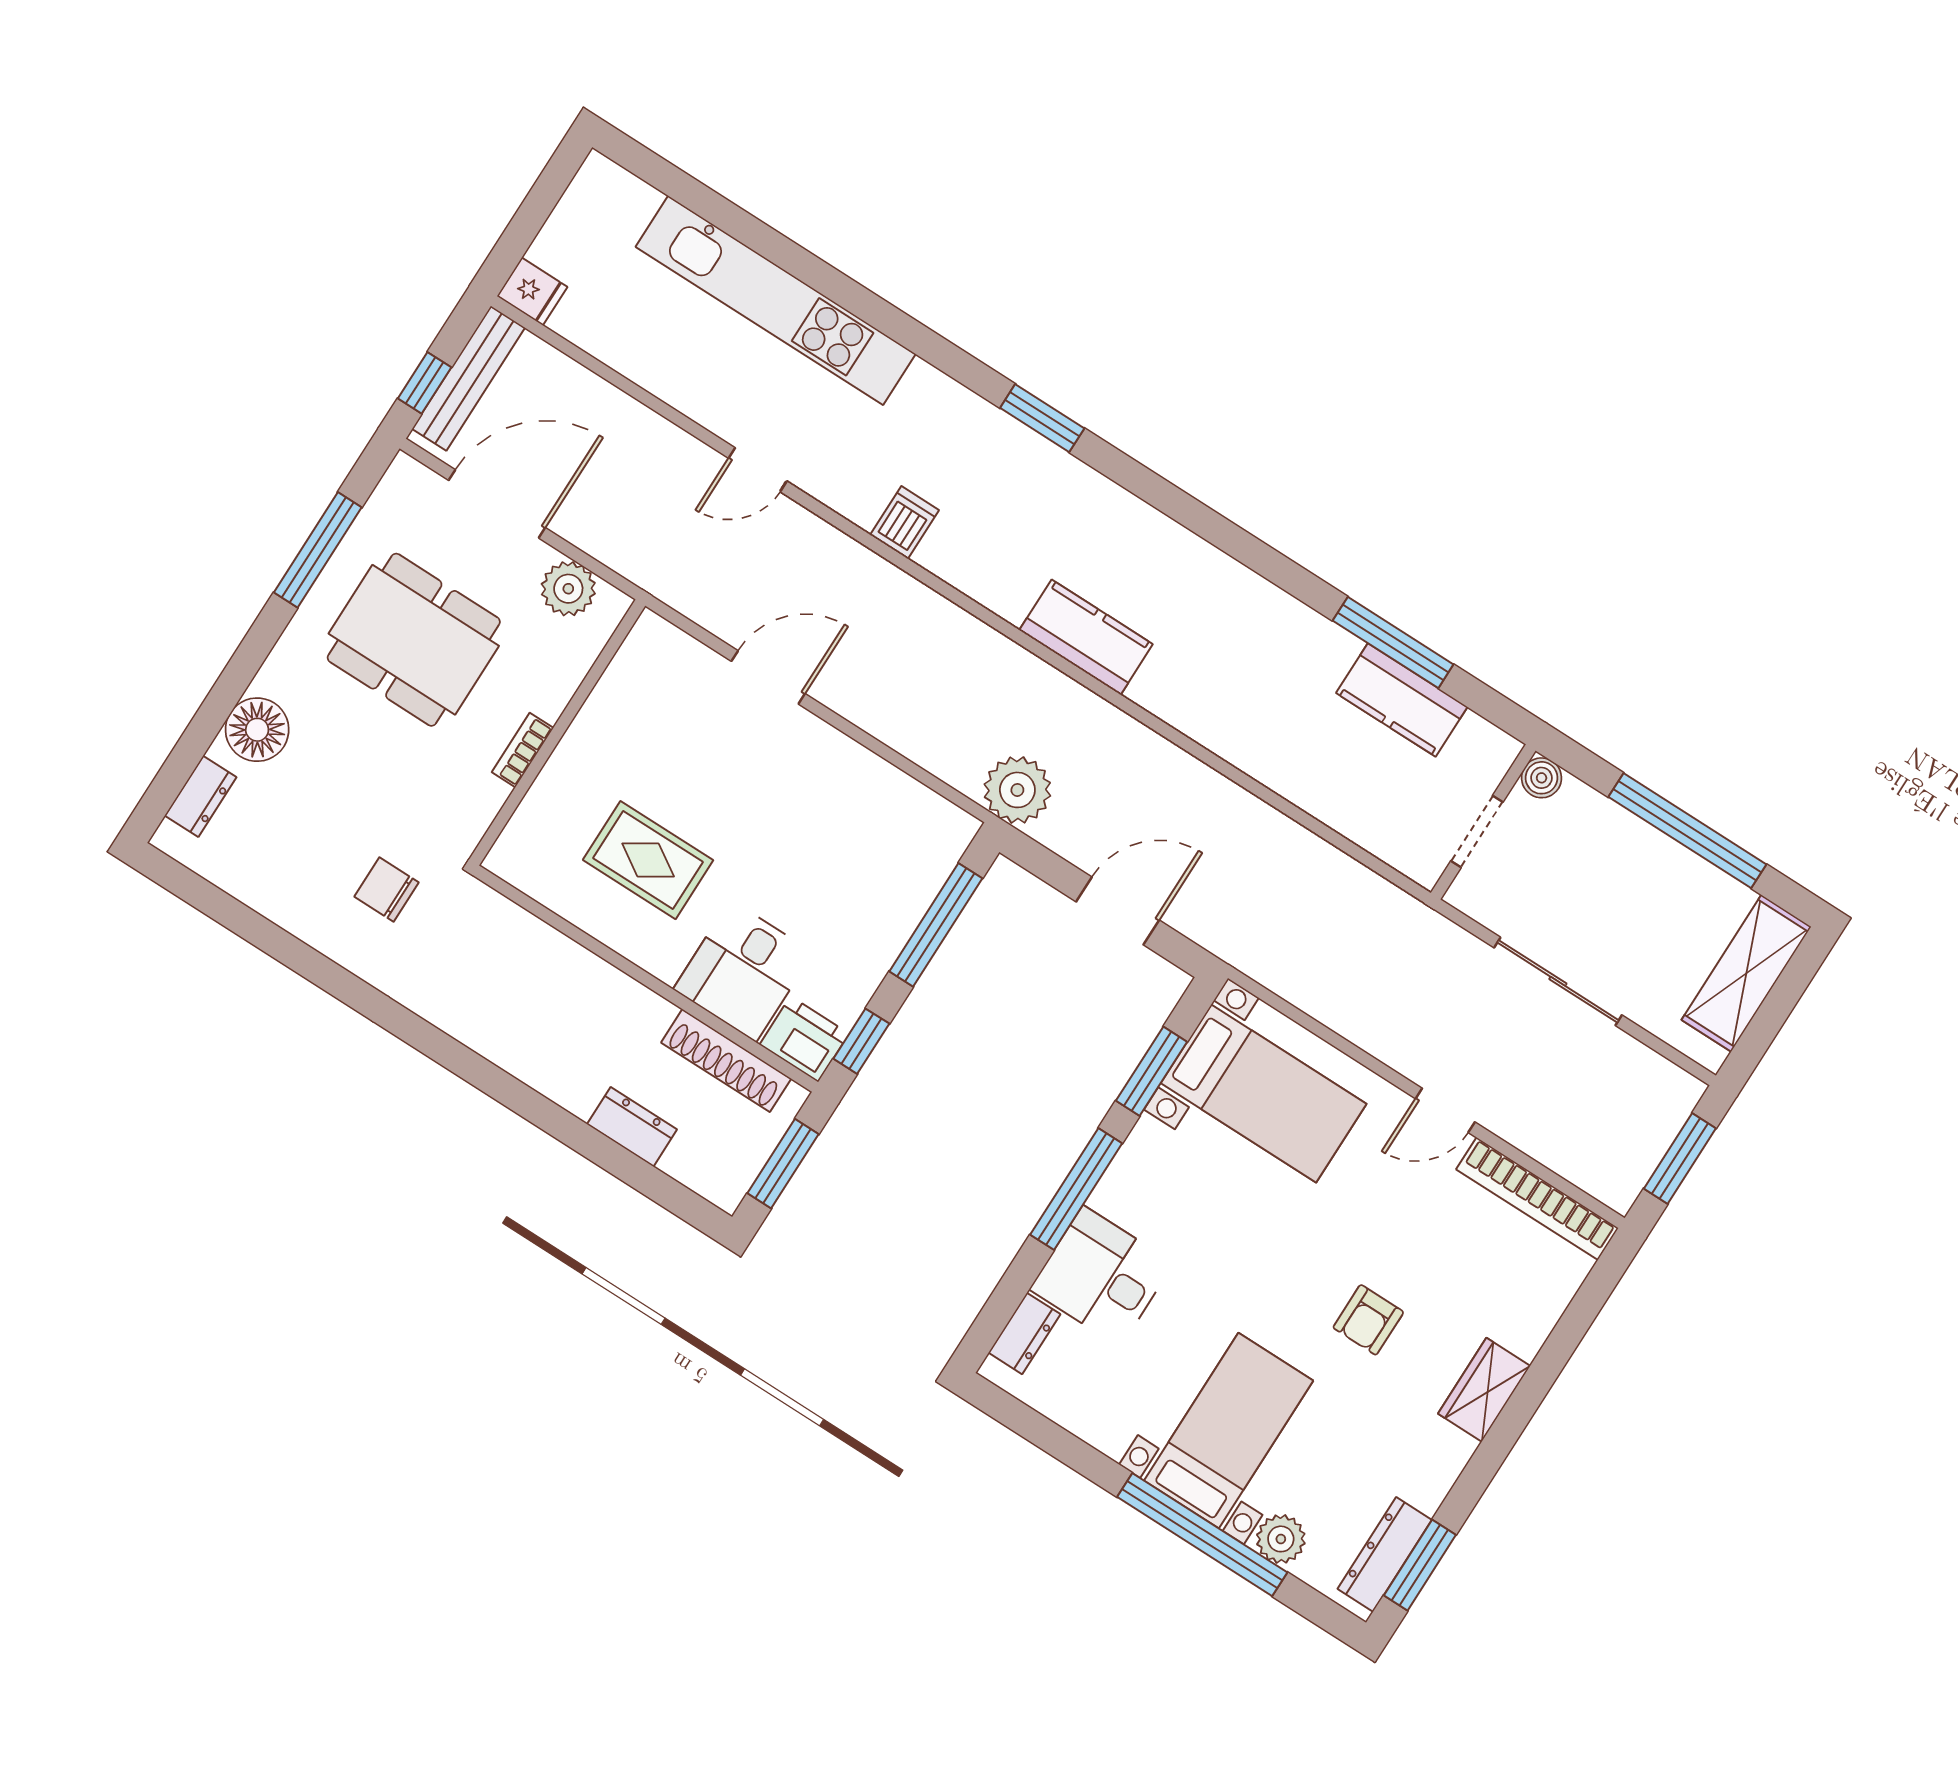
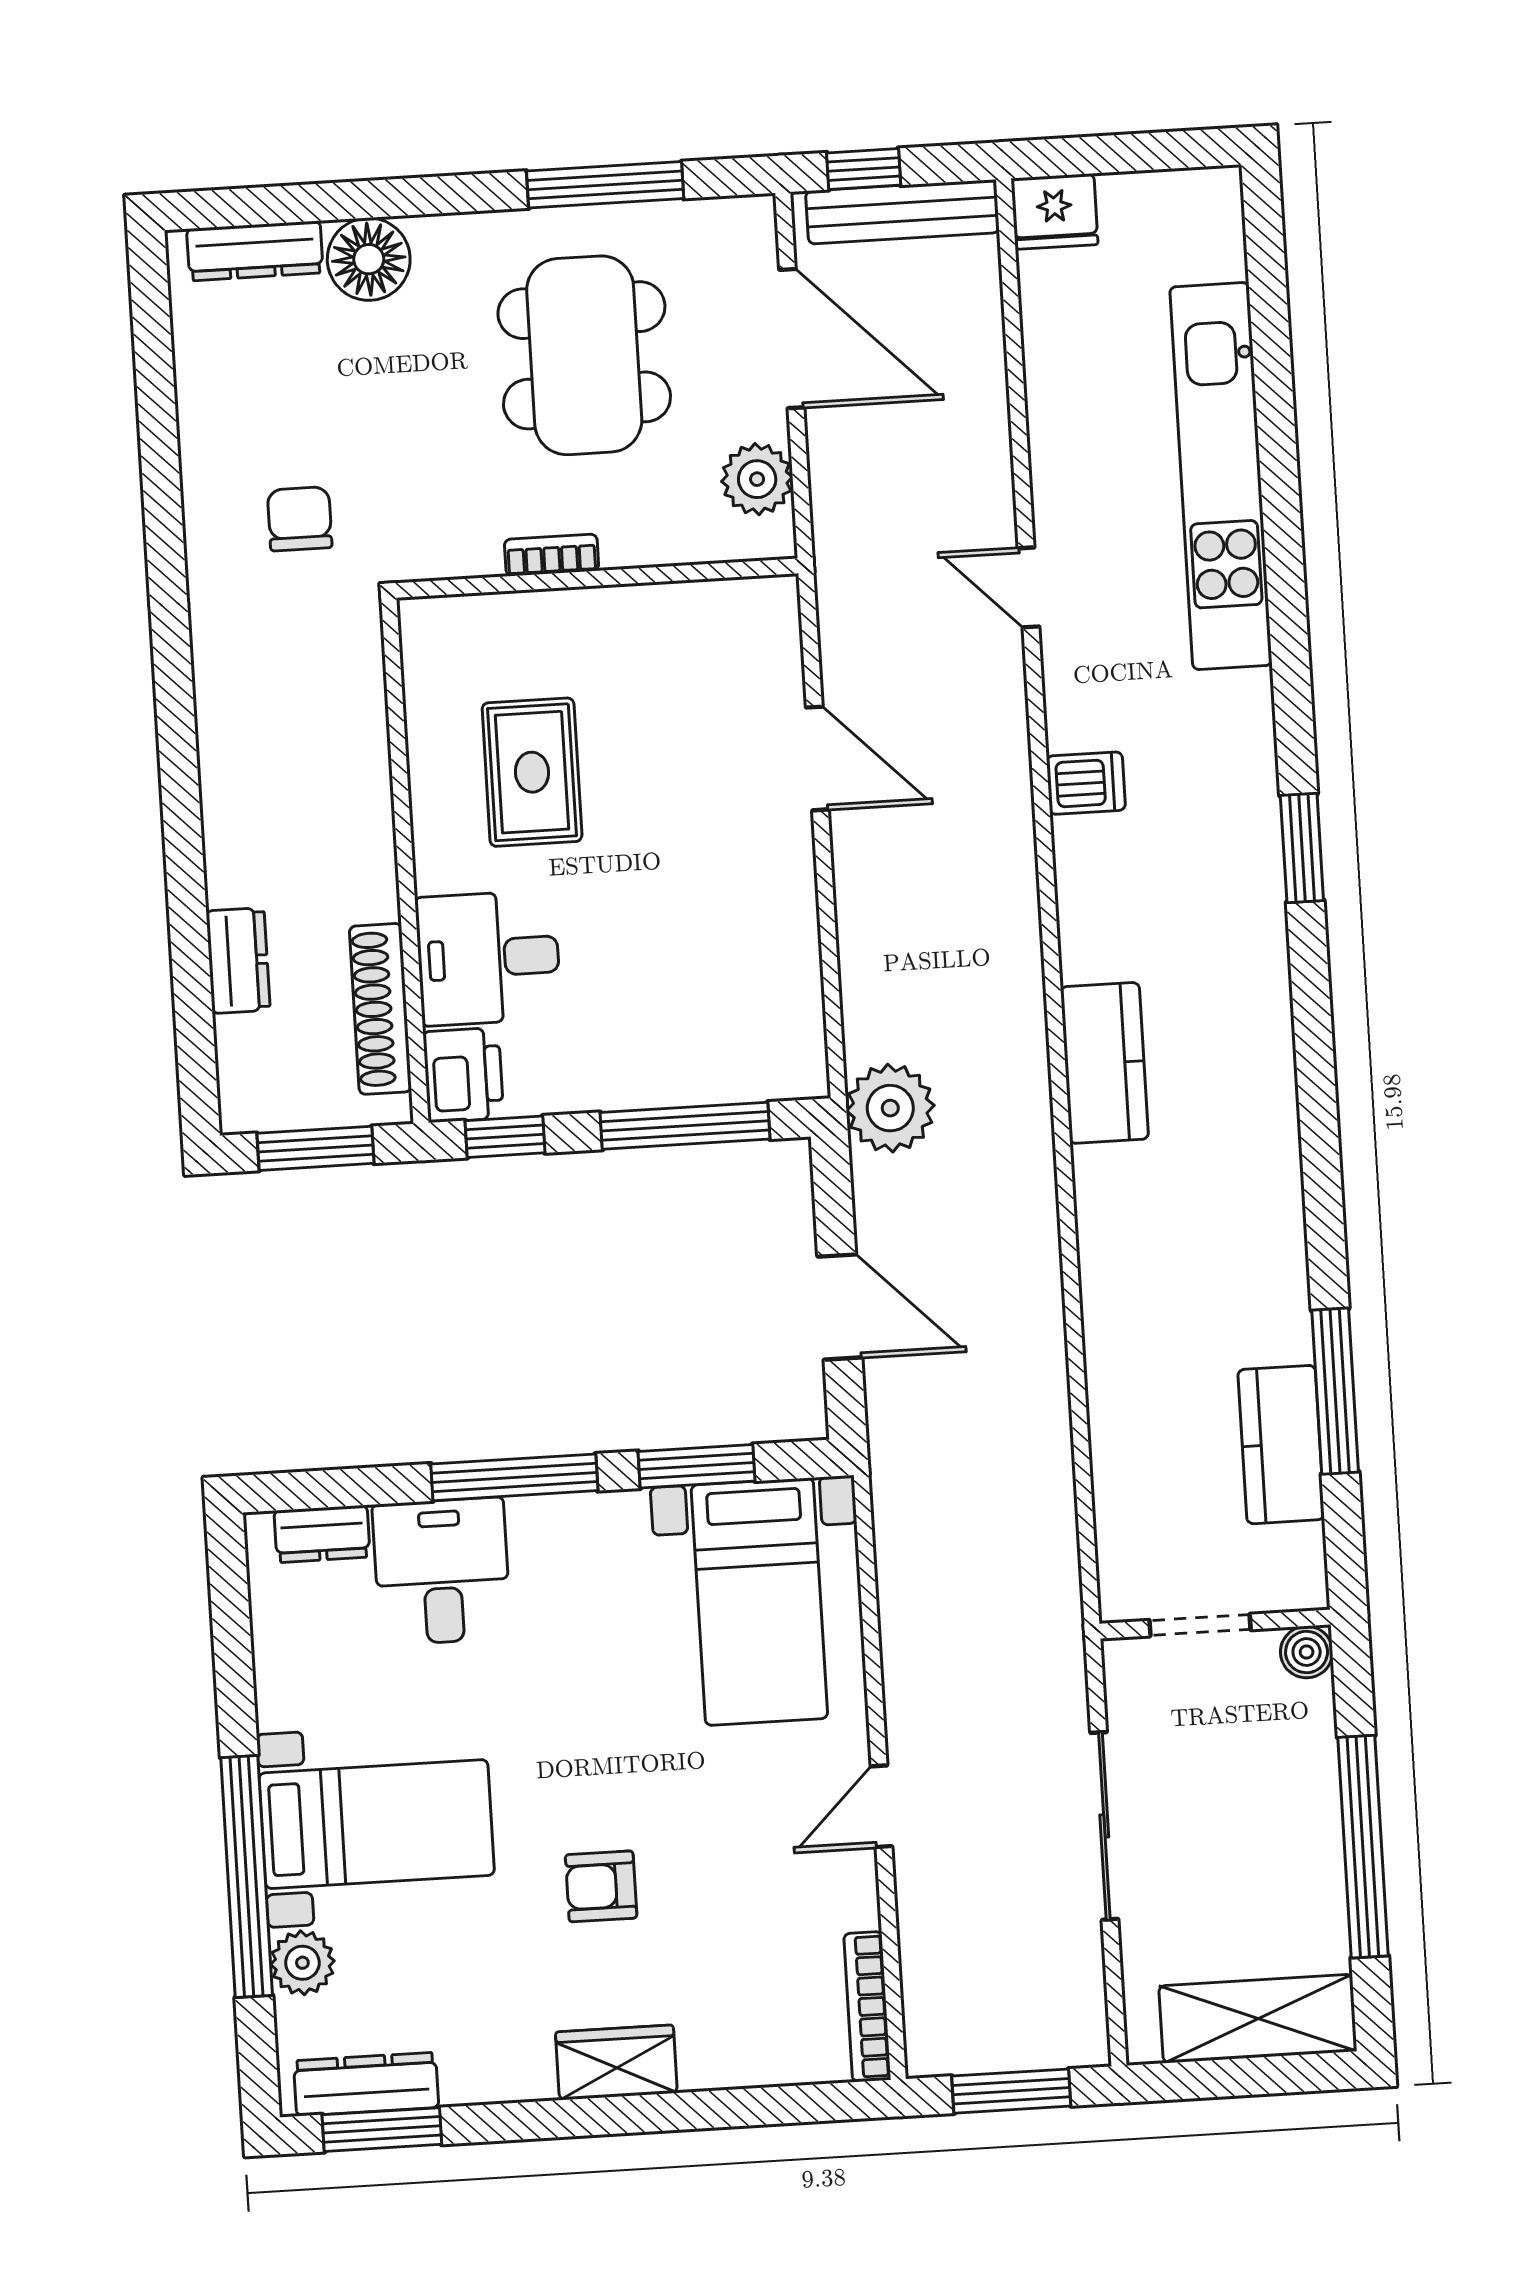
fridge: (532, 291) -> (1054, 212), width x1.38
dresser: (201, 796) -> (255, 251), width x1.44
door: (1445, 1110) -> (881, 1806), hinge flipped
bookcase: (1537, 1199) -> (867, 2007), width x0.68, depth x0.76

